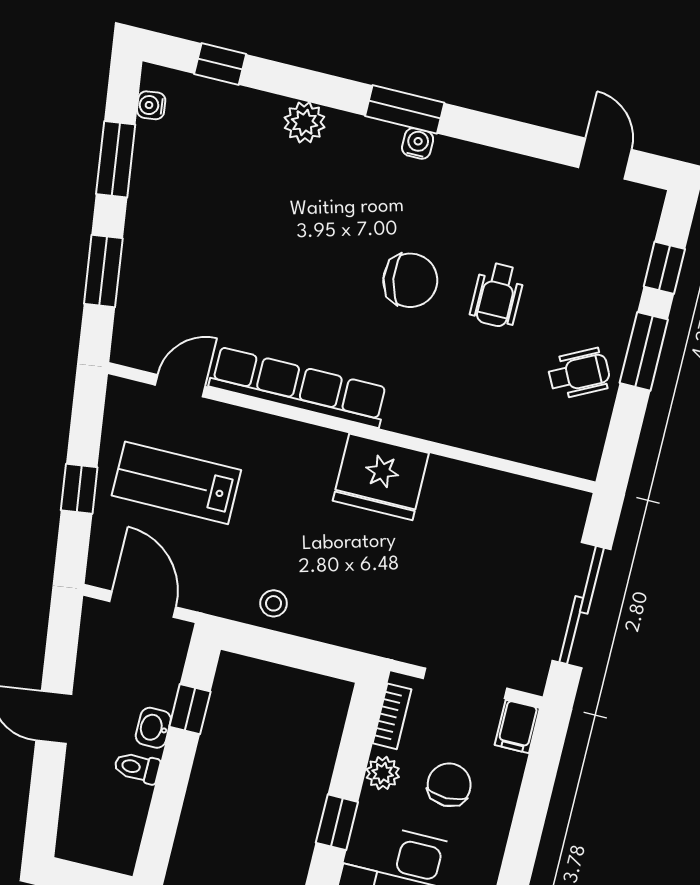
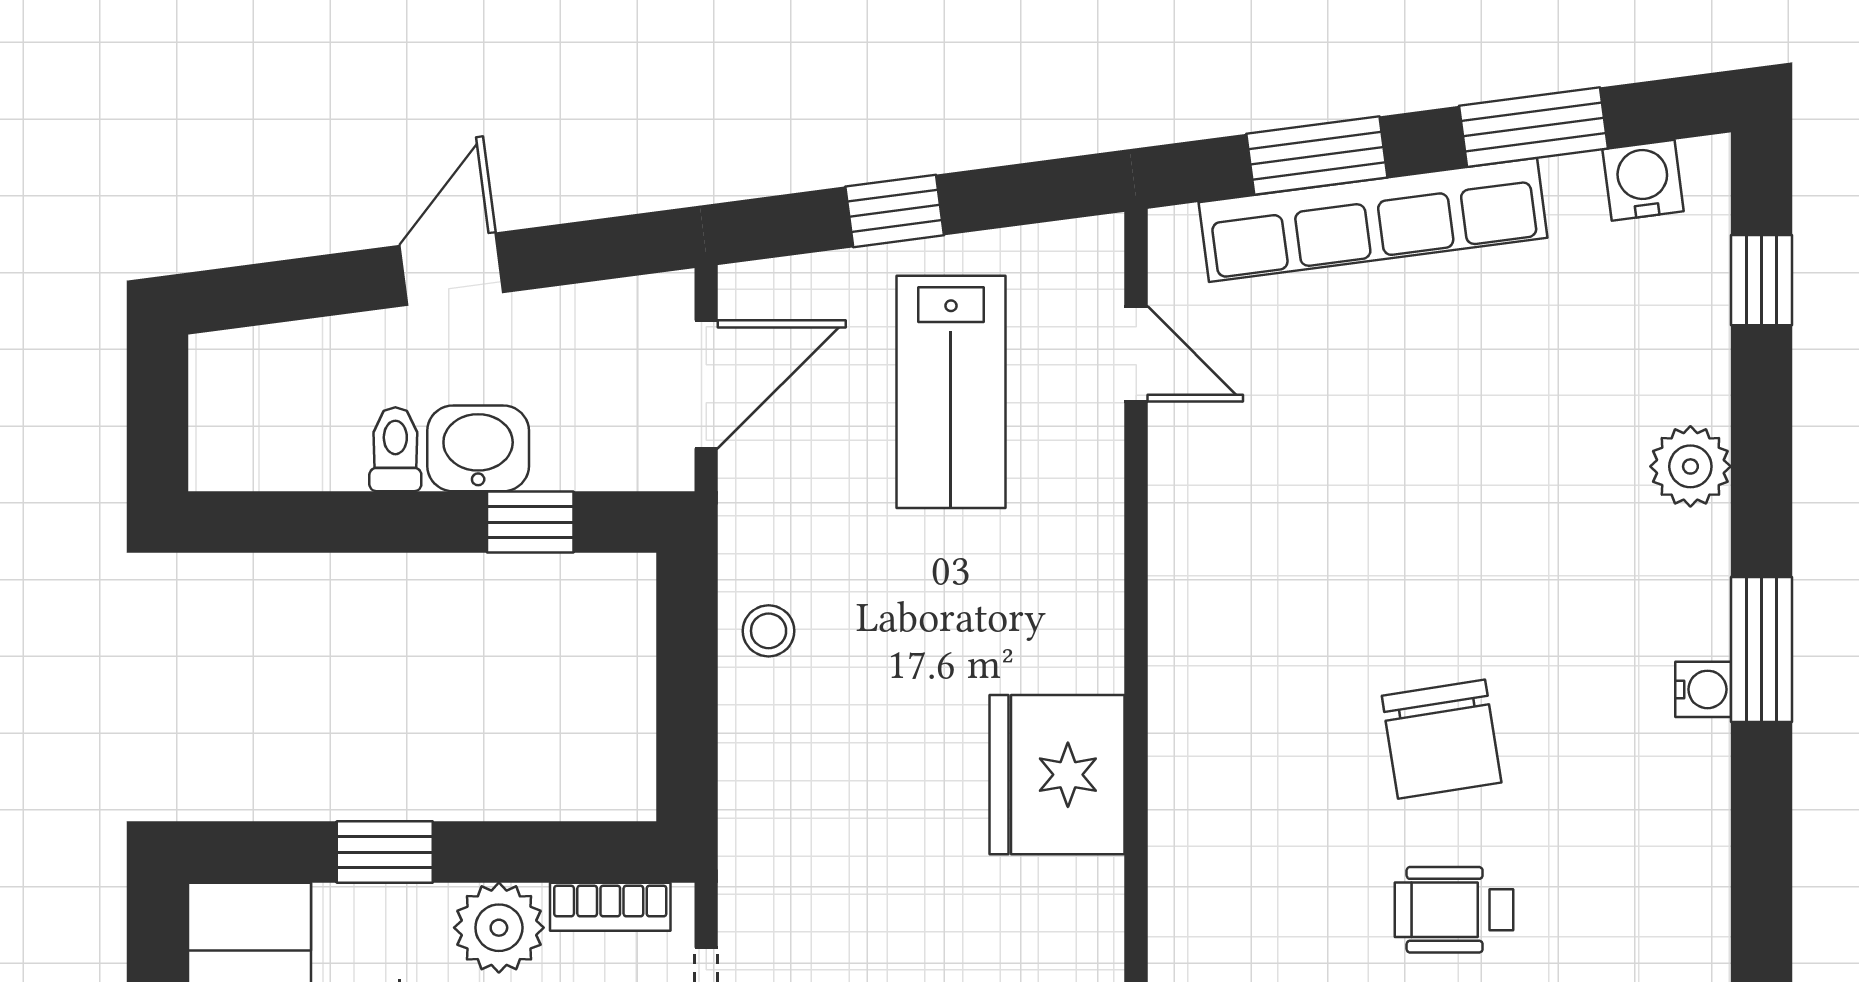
water cooler: (151, 105) -> (1643, 180), width x1.38, depth x1.38
row of seats: (298, 387) -> (1373, 220), moved, turned 83
lab bench: (176, 483) -> (951, 392), turned 180
washbasin: (153, 728) -> (478, 448), width x1.38, depth x1.45
plant: (383, 773) -> (499, 928), width x1.38, depth x1.38

